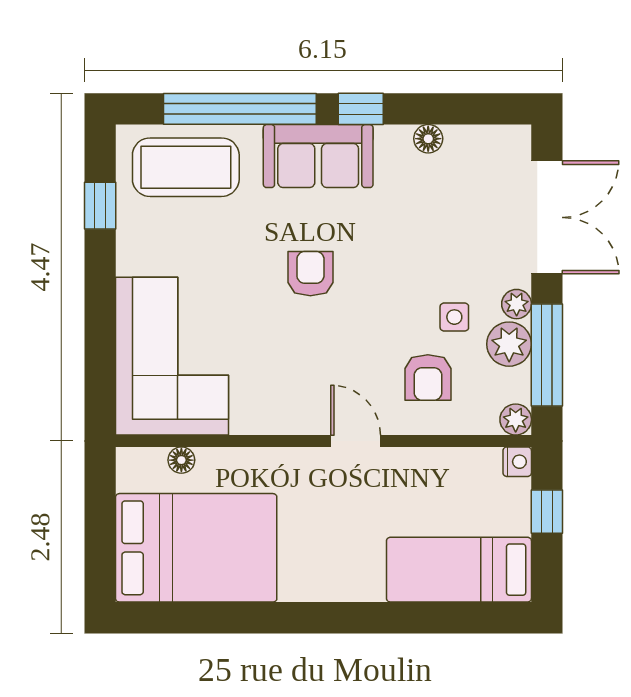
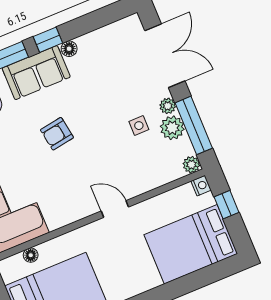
floor lamp: (428, 139) -> (69, 49), moved
armchair: (310, 274) -> (57, 134), turned -99
armchair: (428, 378) -> (138, 162), removed
bed: (459, 570) -> (191, 244), width x1.50

